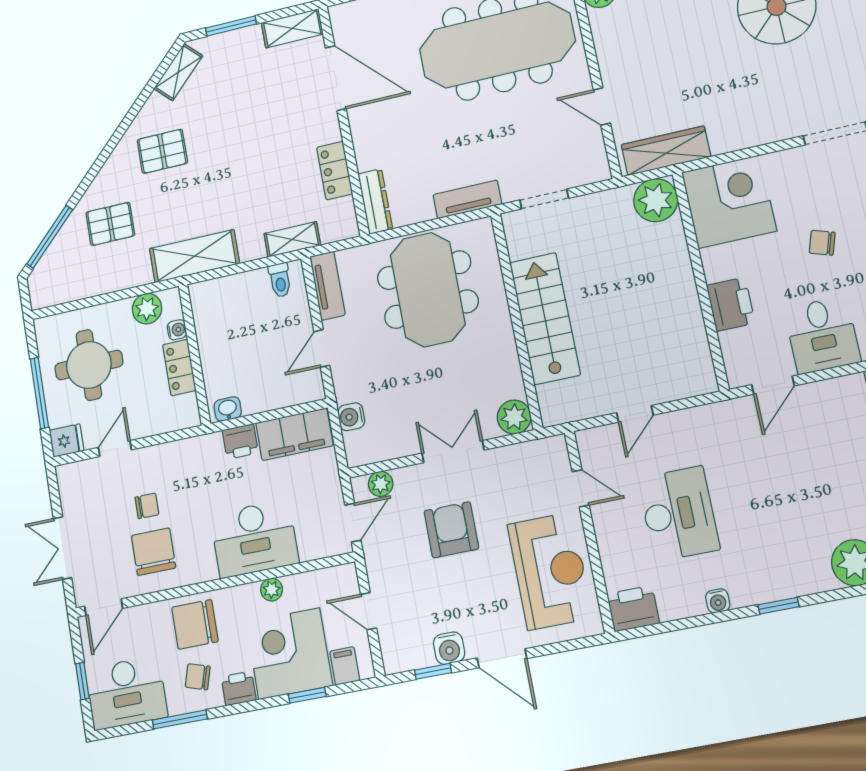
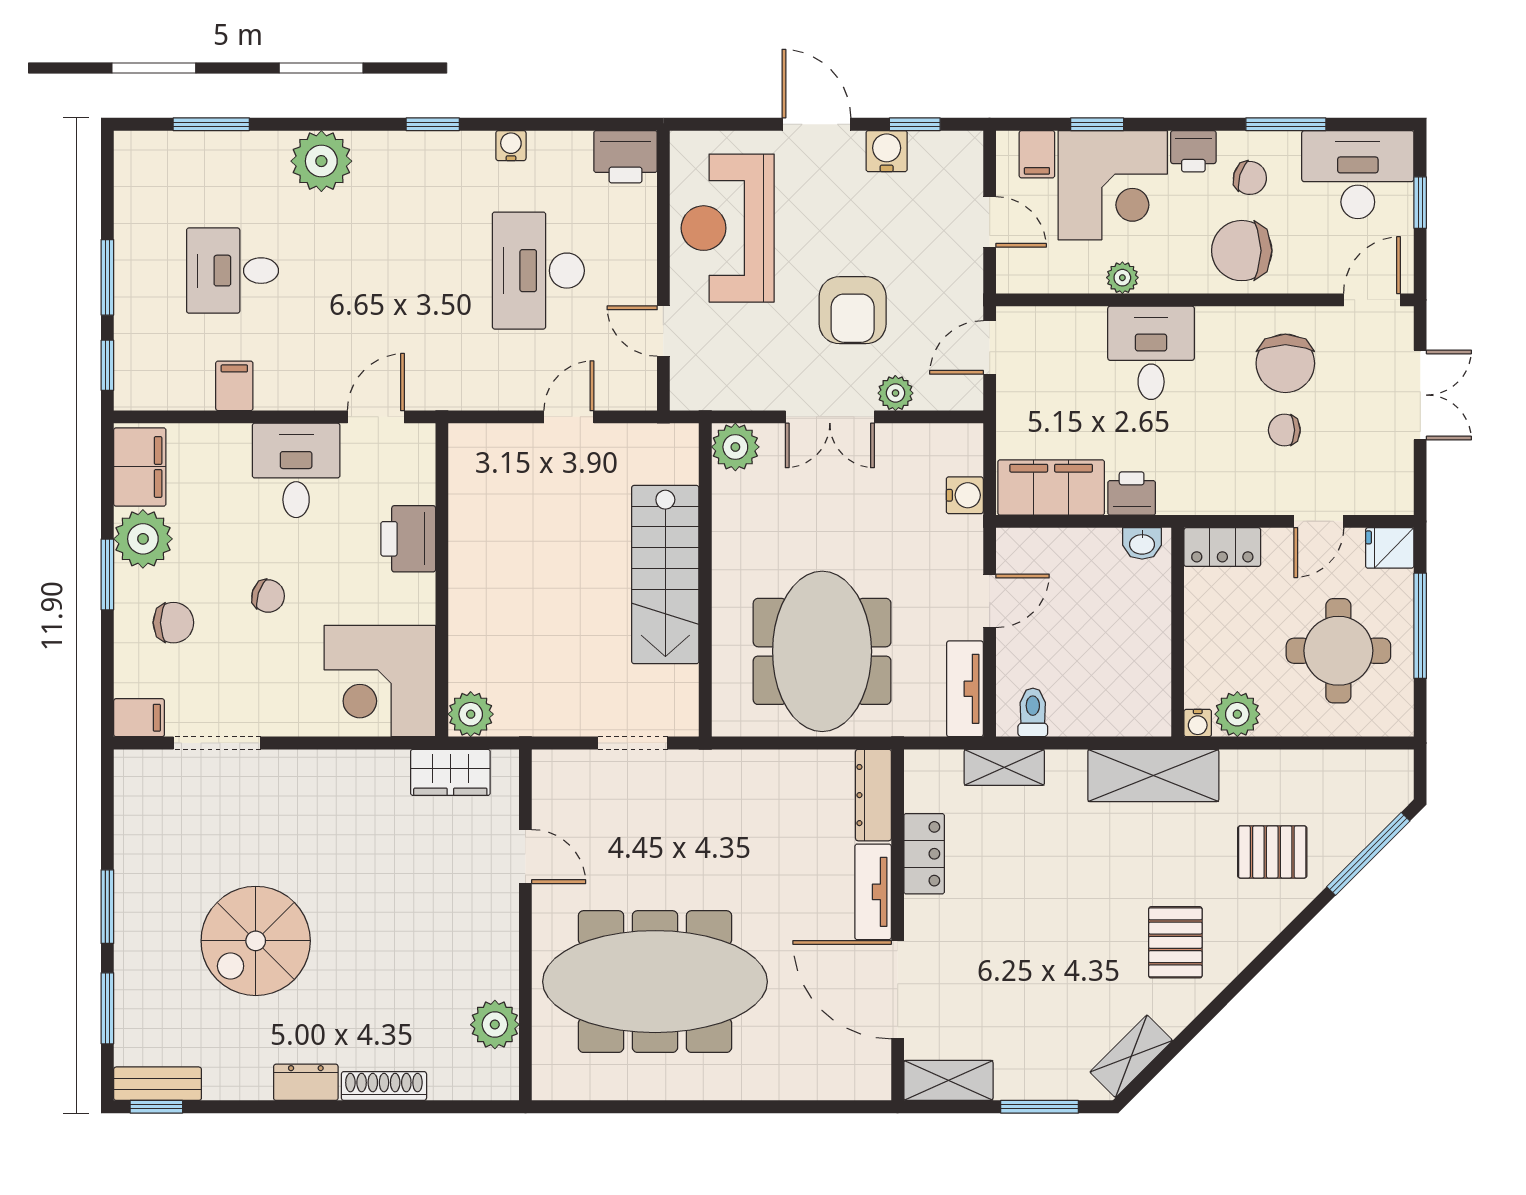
pallet: (162, 151) -> (1175, 942), turned 90
wardrobe: (666, 151) -> (450, 772), width x0.67
tv unit: (467, 199) -> (873, 892), moved, turned 90
plant: (656, 200) -> (471, 714), width x0.73, depth x0.73
water cooler: (177, 330) -> (1198, 723), moved, turned -90
locker: (179, 368) -> (1222, 547), moved, turned 90
plant: (381, 484) -> (895, 393), moved
desk: (254, 539) -> (1151, 353), width x0.73
chair: (195, 624) -> (1242, 251), turned 180

